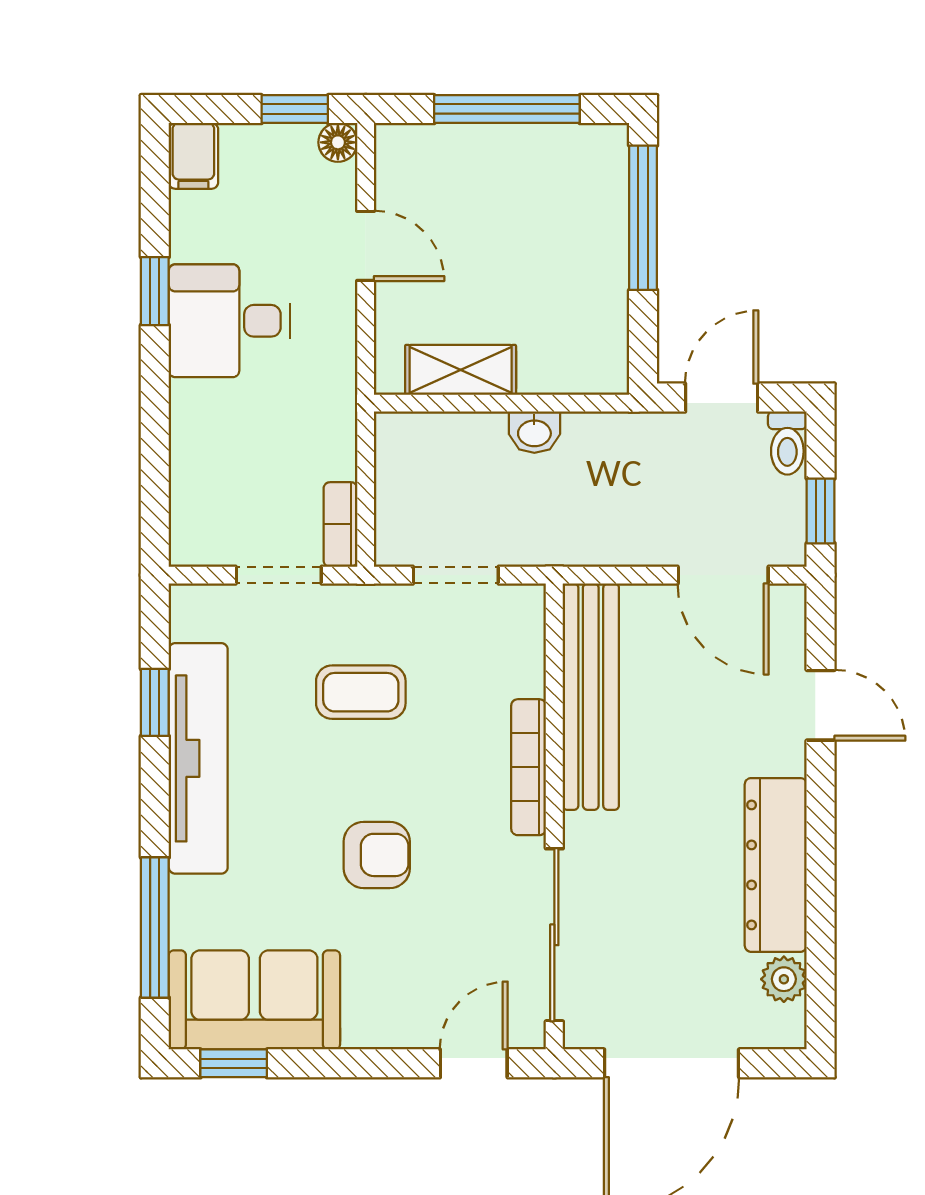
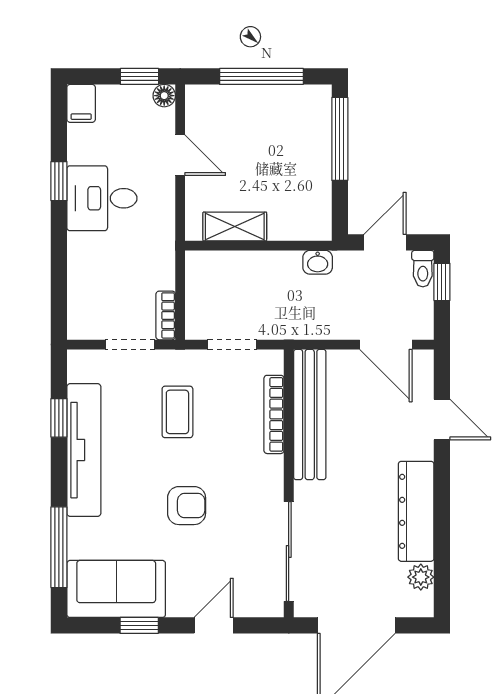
washbasin: (534, 432) -> (318, 262), moved
window: (821, 511) -> (442, 282), moved
coffee table: (361, 692) -> (177, 412), turned 90
bookcase: (529, 767) -> (274, 414), moved
window: (234, 1063) -> (139, 625), moved
door: (474, 1063) -> (214, 625), moved

